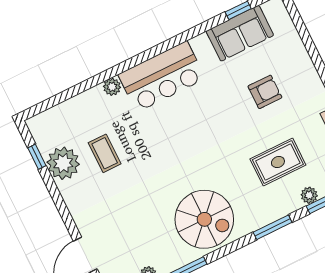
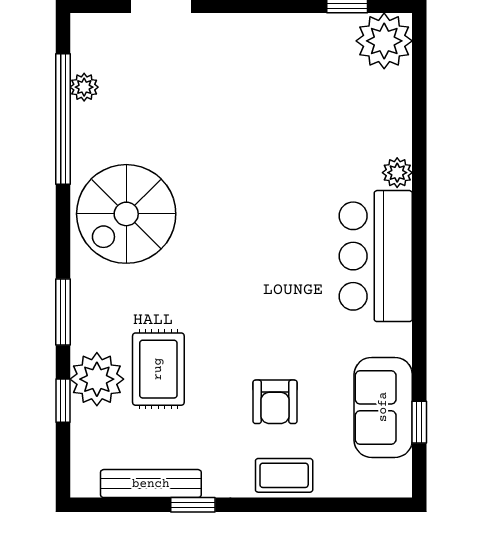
coffee table: (105, 153) -> (284, 475), moved
plant: (63, 163) -> (384, 41), moved
plant: (309, 195) -> (97, 379), width x1.88, depth x1.88

